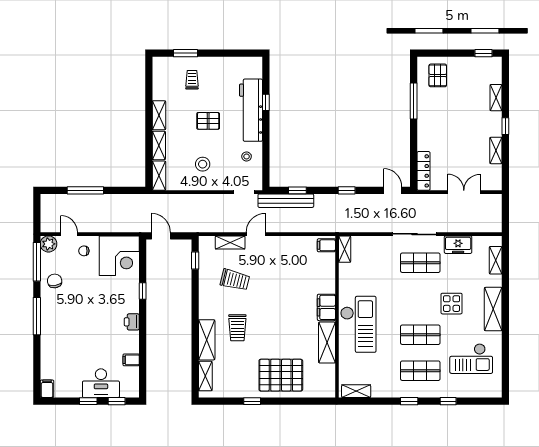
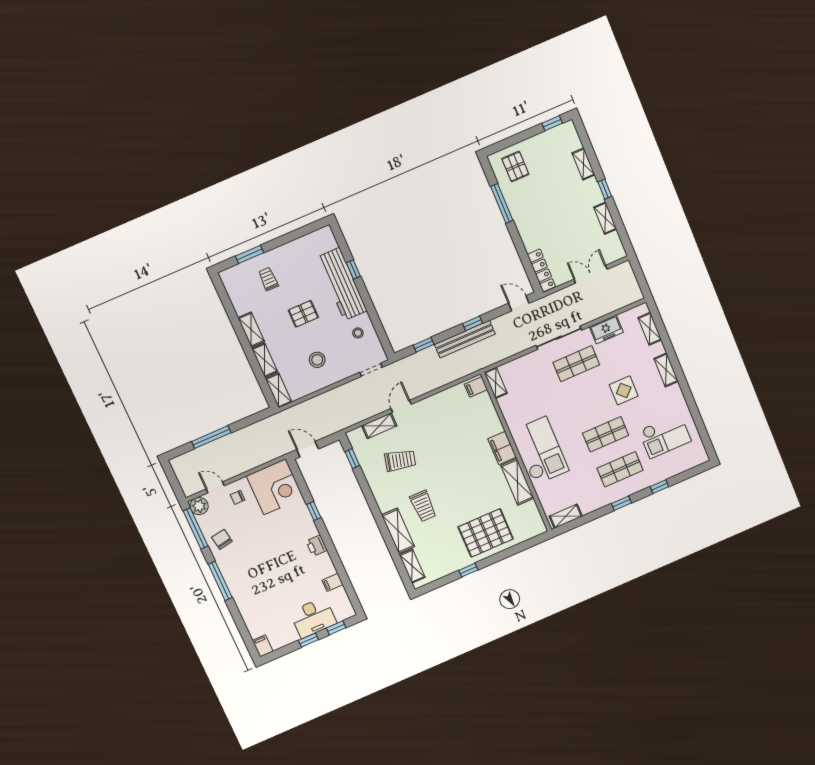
bench: (286, 201) -> (465, 339), moved
shelving: (493, 309) -> (666, 370), width x0.67, depth x0.75

